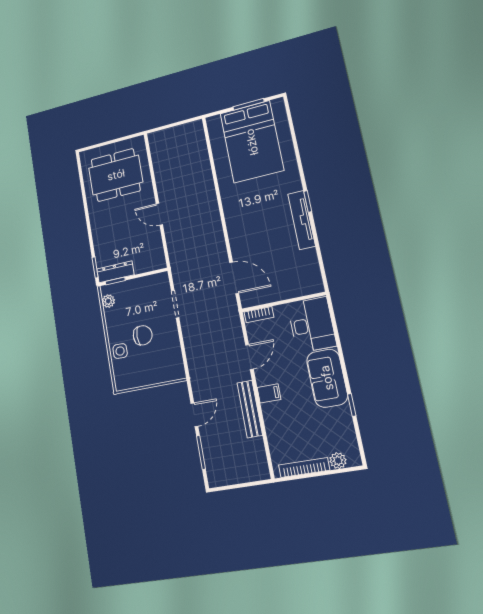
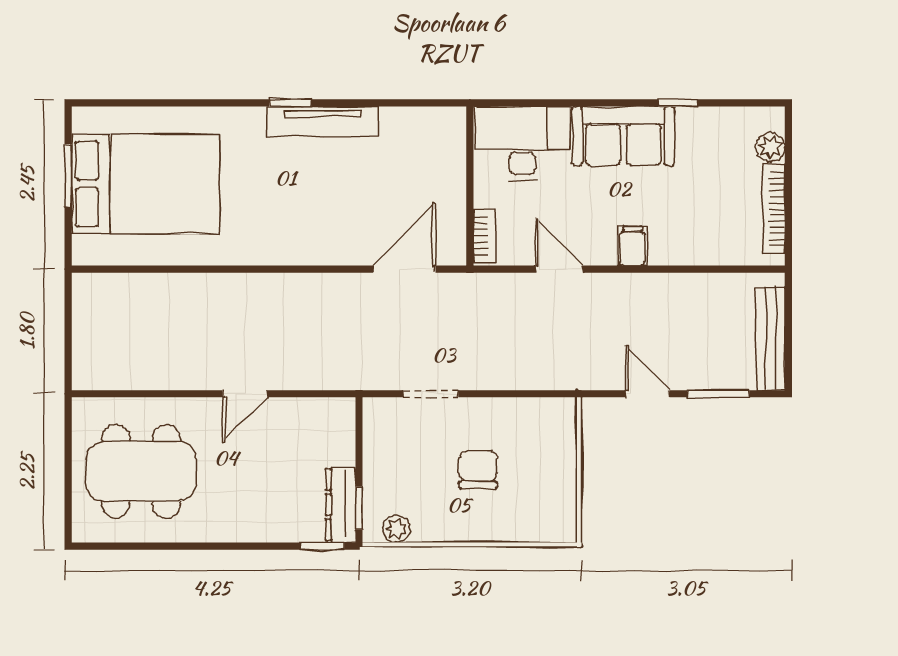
dining table: (116, 175) -> (141, 471), turned 90
side table: (120, 351) -> (500, 521), removed
bench: (250, 409) -> (771, 339), moved, turned 90

